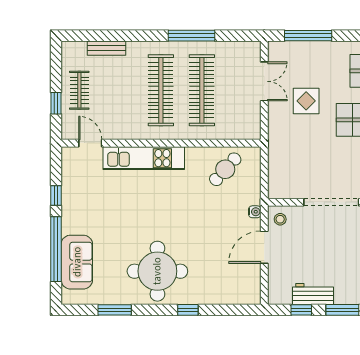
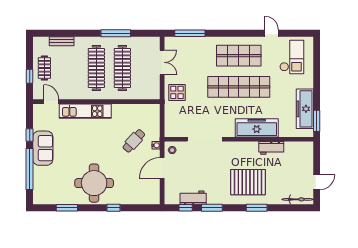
display table: (306, 101) -> (177, 92), moved
cafe table: (225, 169) -> (134, 141), moved
sofa: (77, 262) -> (43, 148), moved

